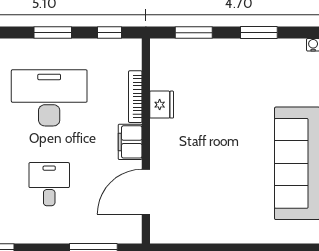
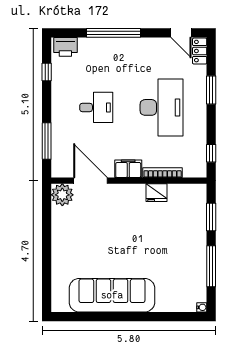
window: (53, 33) -> (211, 90), moved
window: (259, 33) -> (211, 266), width x1.44
plant: (164, 229) -> (62, 195), added

